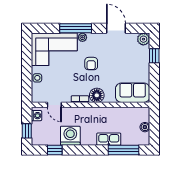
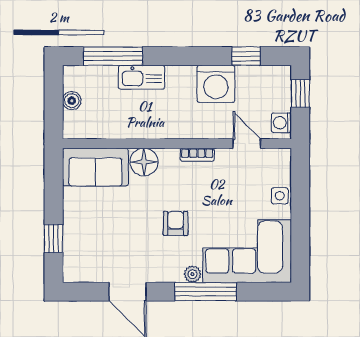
plant: (143, 39) -> (74, 271), removed
floor lamp: (97, 95) -> (144, 162), moved

